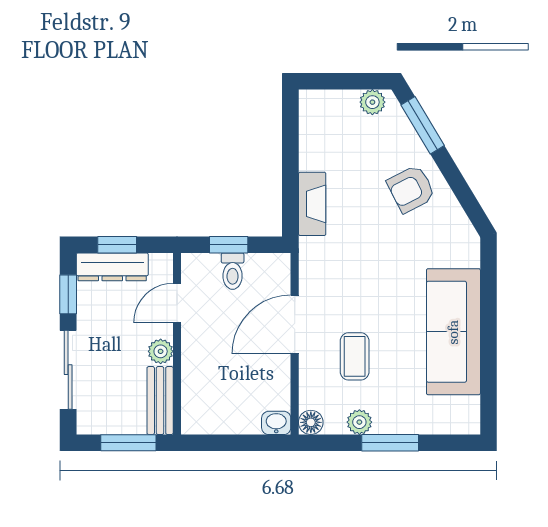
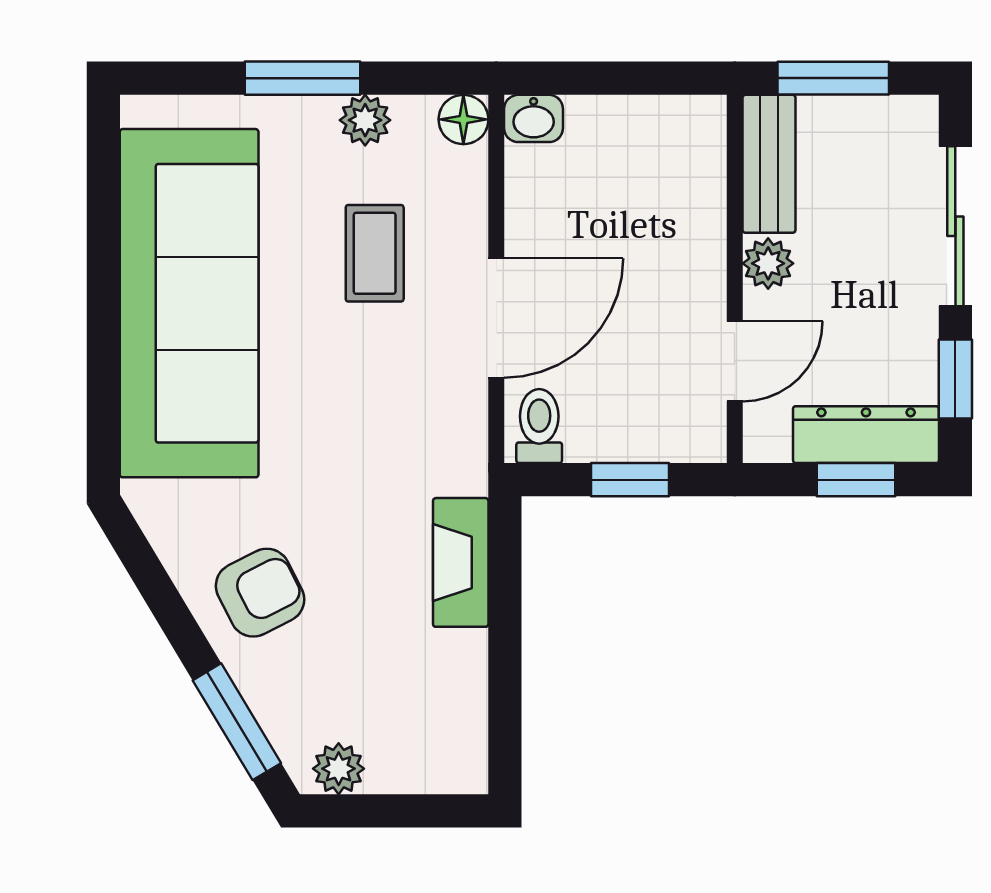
toilet: (233, 271) -> (539, 426), moved
sofa: (453, 332) -> (189, 303), width x1.36, depth x1.27

